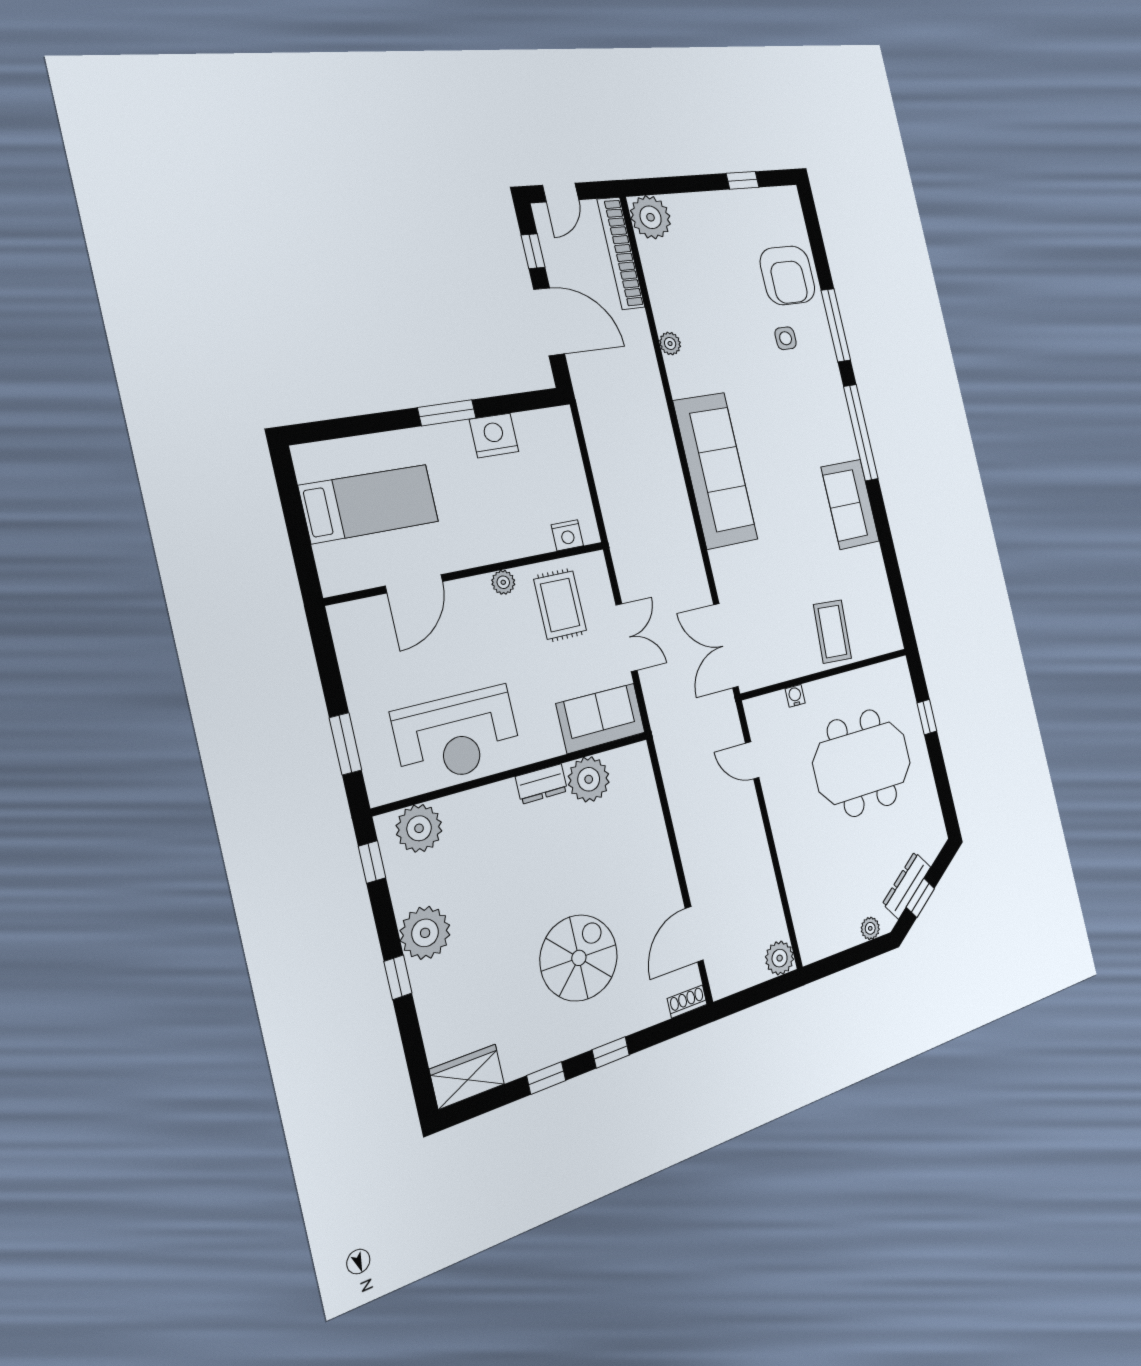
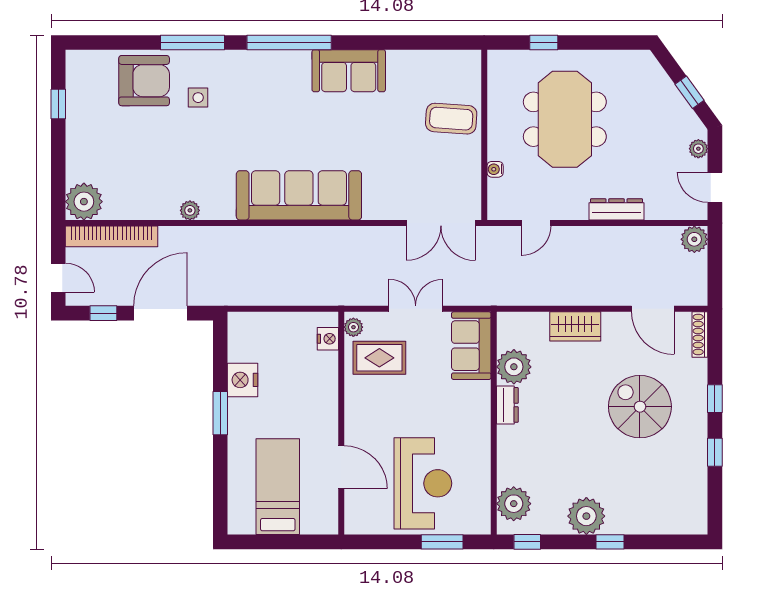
plant: (503, 582) -> (353, 327), moved
reception desk: (457, 735) -> (423, 483), moved
dresser: (907, 885) -> (616, 209), moved, turned 126
door: (837, 963) -> (715, 187), added
shoe rack: (687, 1001) -> (700, 334), width x1.43
wardrobe: (467, 1077) -> (575, 326), moved, turned -90

